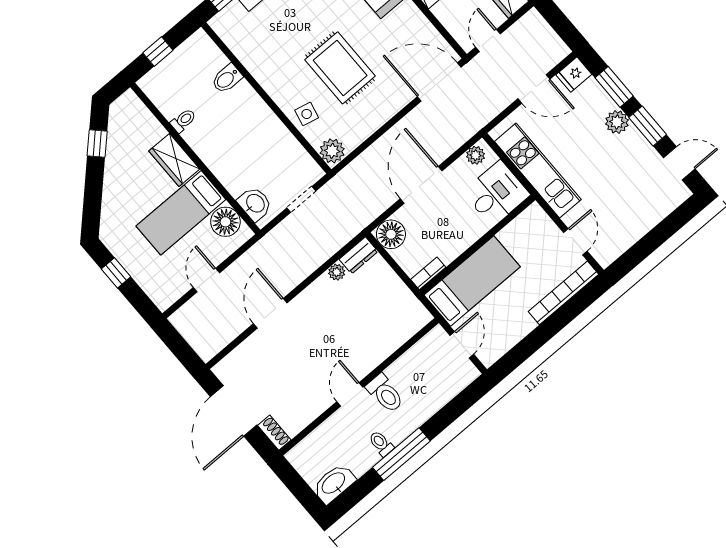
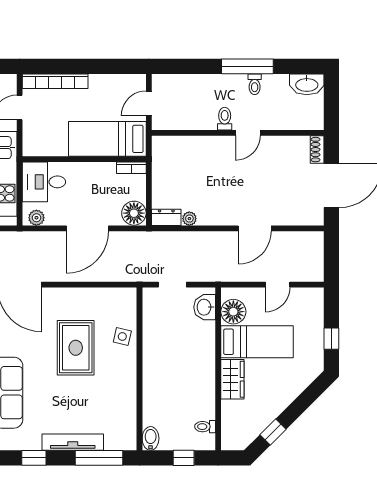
bidet: (227, 79) -> (151, 438), moved, turned -90
toilet: (183, 121) -> (205, 427), moved
plant: (332, 151) -> (126, 299), removed
toilet: (385, 393) -> (225, 119), width x0.73, depth x0.72

